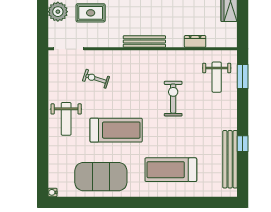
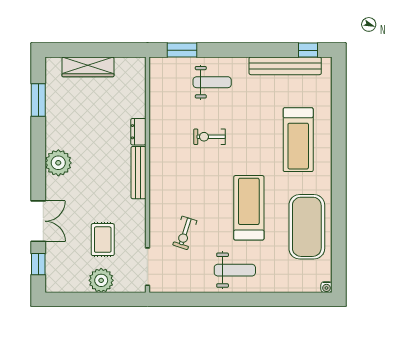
dresser: (195, 41) -> (138, 132), moved
weight bench: (217, 77) -> (212, 82), moved
exercise bike: (173, 99) -> (210, 137), width x0.73, depth x0.72
window: (243, 144) -> (308, 50), moved

